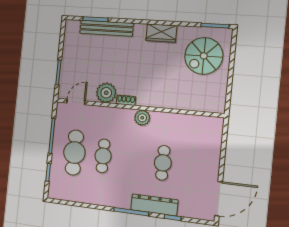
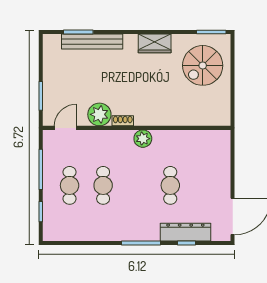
cafe table: (74, 153) -> (70, 185), width x0.73, depth x0.74
dresser: (154, 205) -> (185, 232), moved

